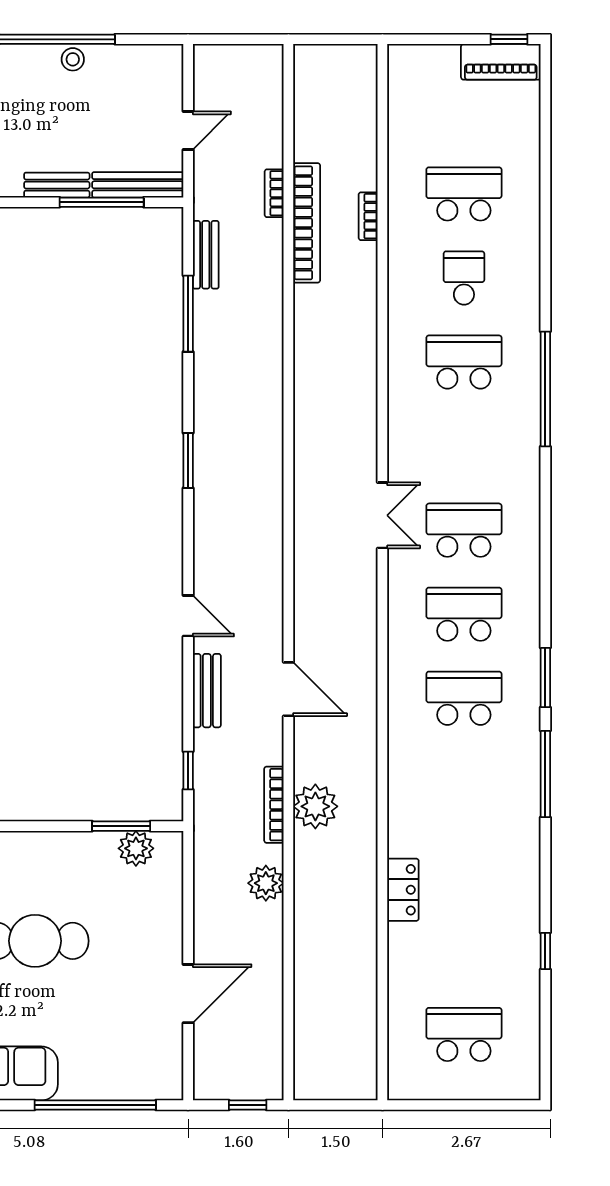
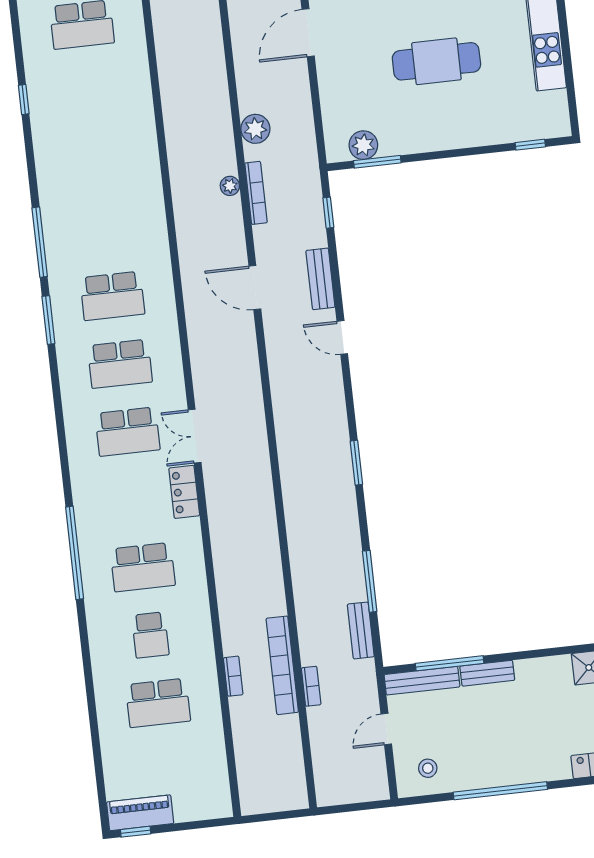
stool: (73, 59) -> (428, 768), moved
plant: (315, 806) -> (230, 186), width x0.53, depth x0.53
locker: (403, 890) -> (184, 492), moved

